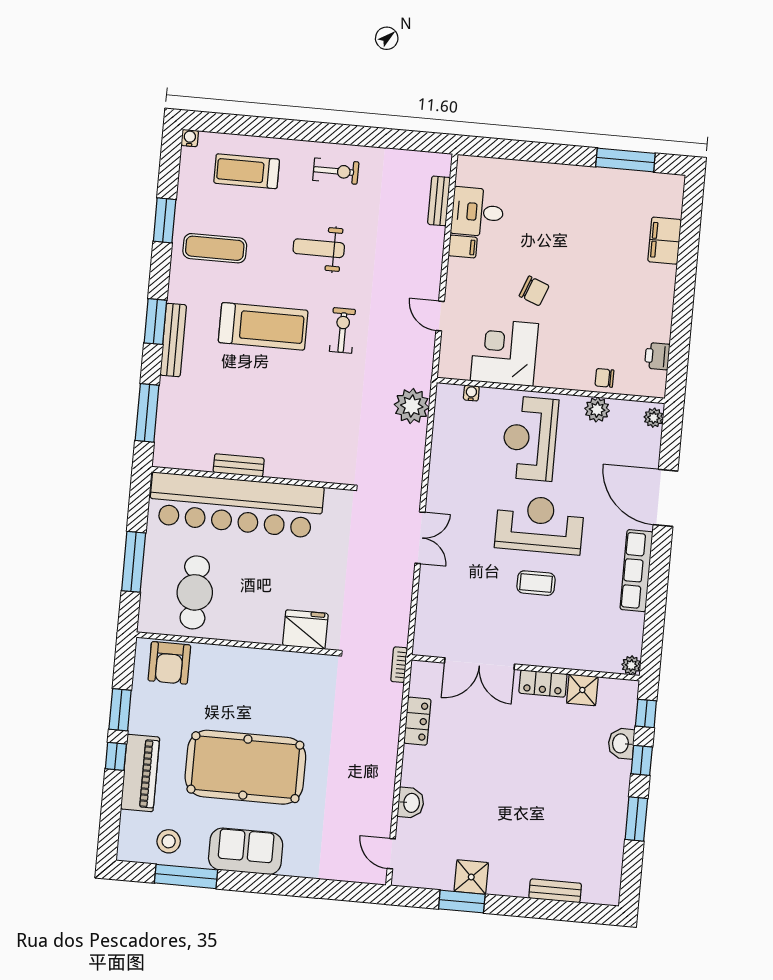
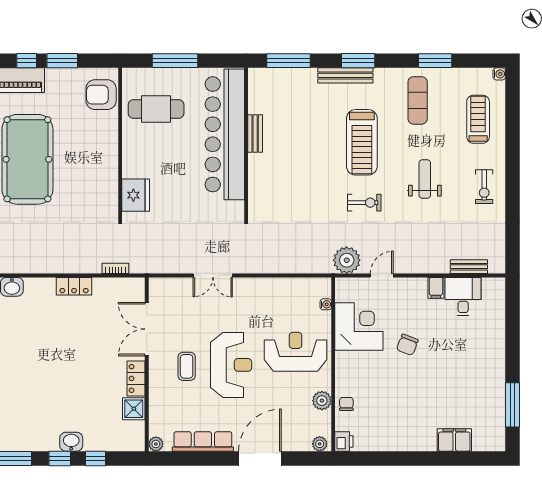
printer: (657, 356) -> (344, 441), moved, turned 90
plant: (412, 406) -> (347, 260), moved
double door: (479, 664) -> (147, 329), moved
plant: (631, 665) -> (156, 444), moved
wall: (526, 668) -> (147, 364), moved
locker: (543, 683) -> (136, 378), moved
shower: (582, 690) -> (134, 409), moved

